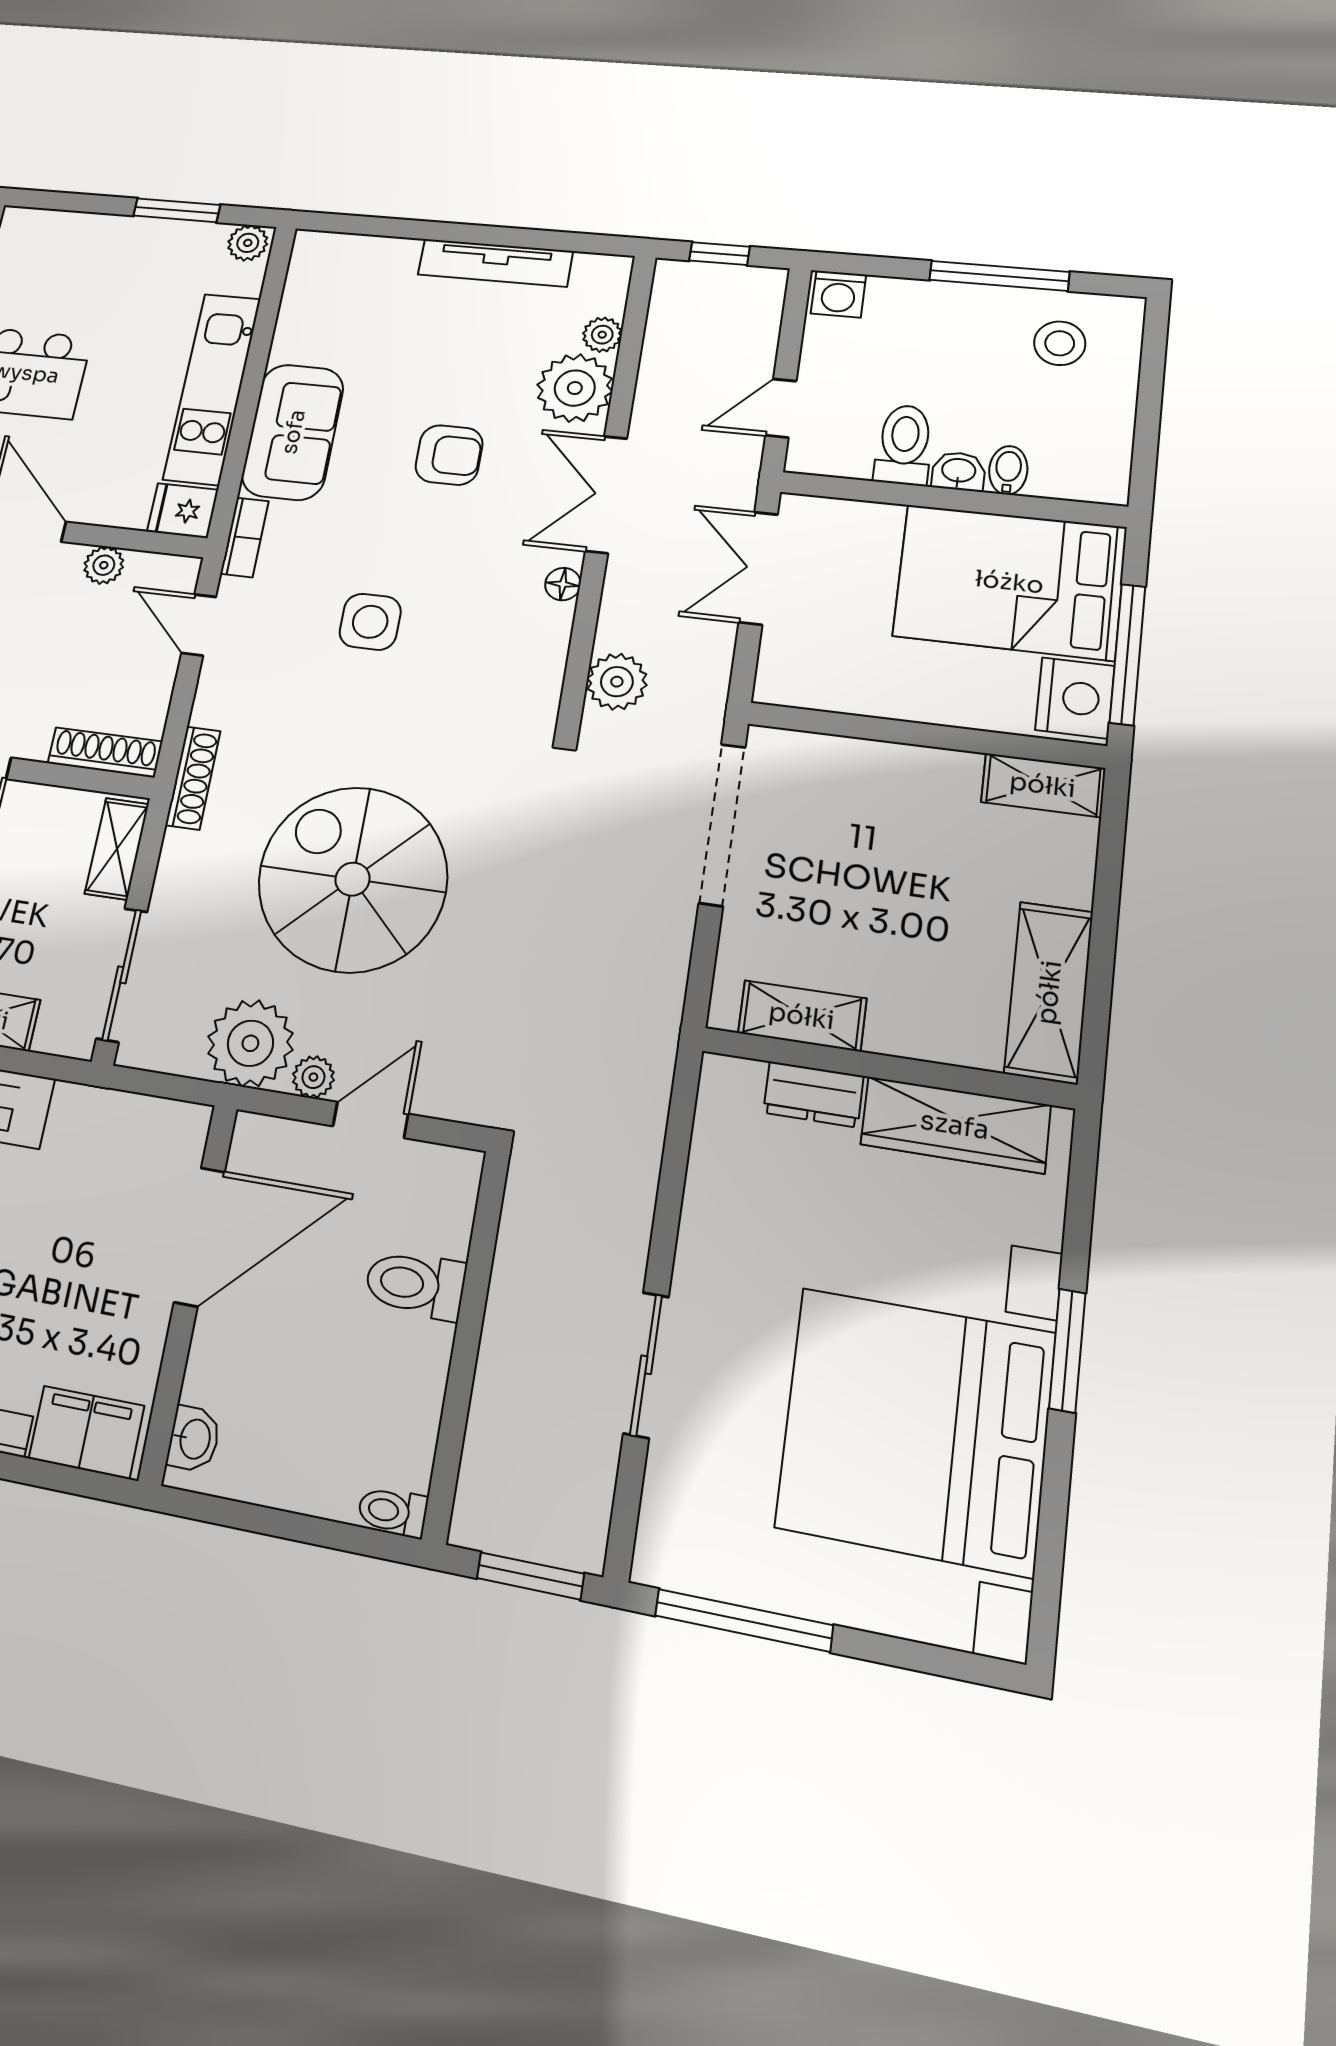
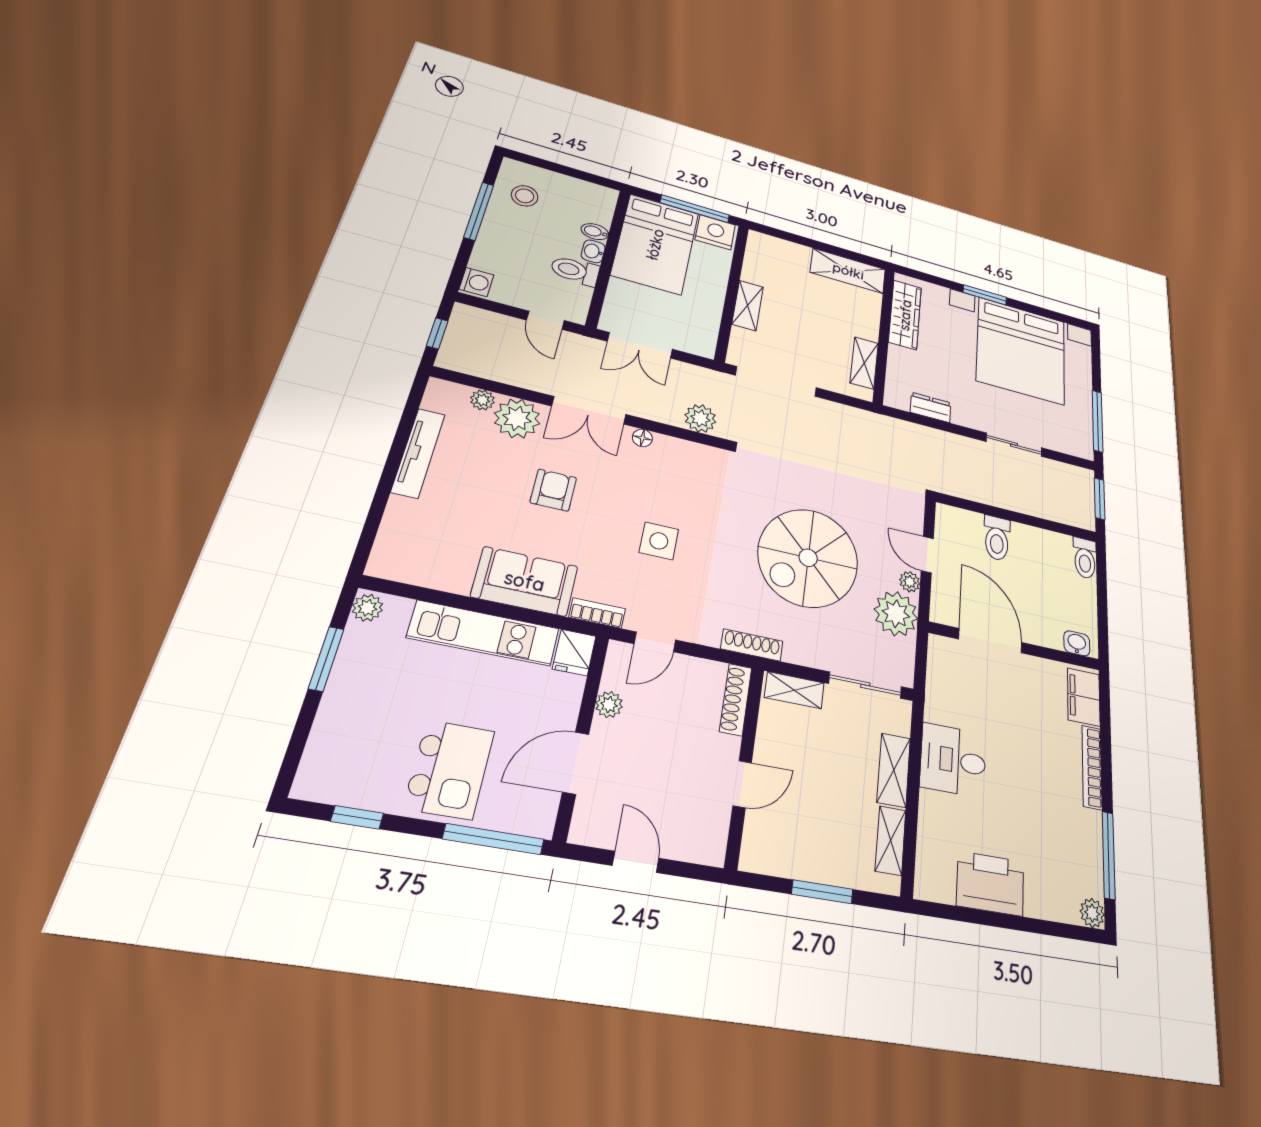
shelving: (1043, 785) -> (748, 305), moved
dresser: (813, 1094) -> (931, 408), moved, turned -90
toilet: (393, 1512) -> (1085, 558), width x1.37, depth x1.39

